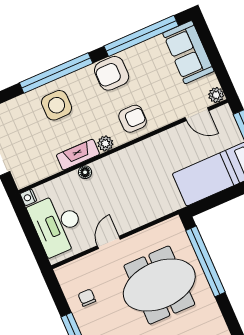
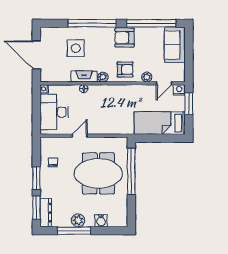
plant: (216, 95) -> (147, 77), moved
side table: (57, 105) -> (76, 48), moved
door: (197, 114) -> (164, 83), hinge flipped
nightstand: (223, 114) -> (179, 90), added

